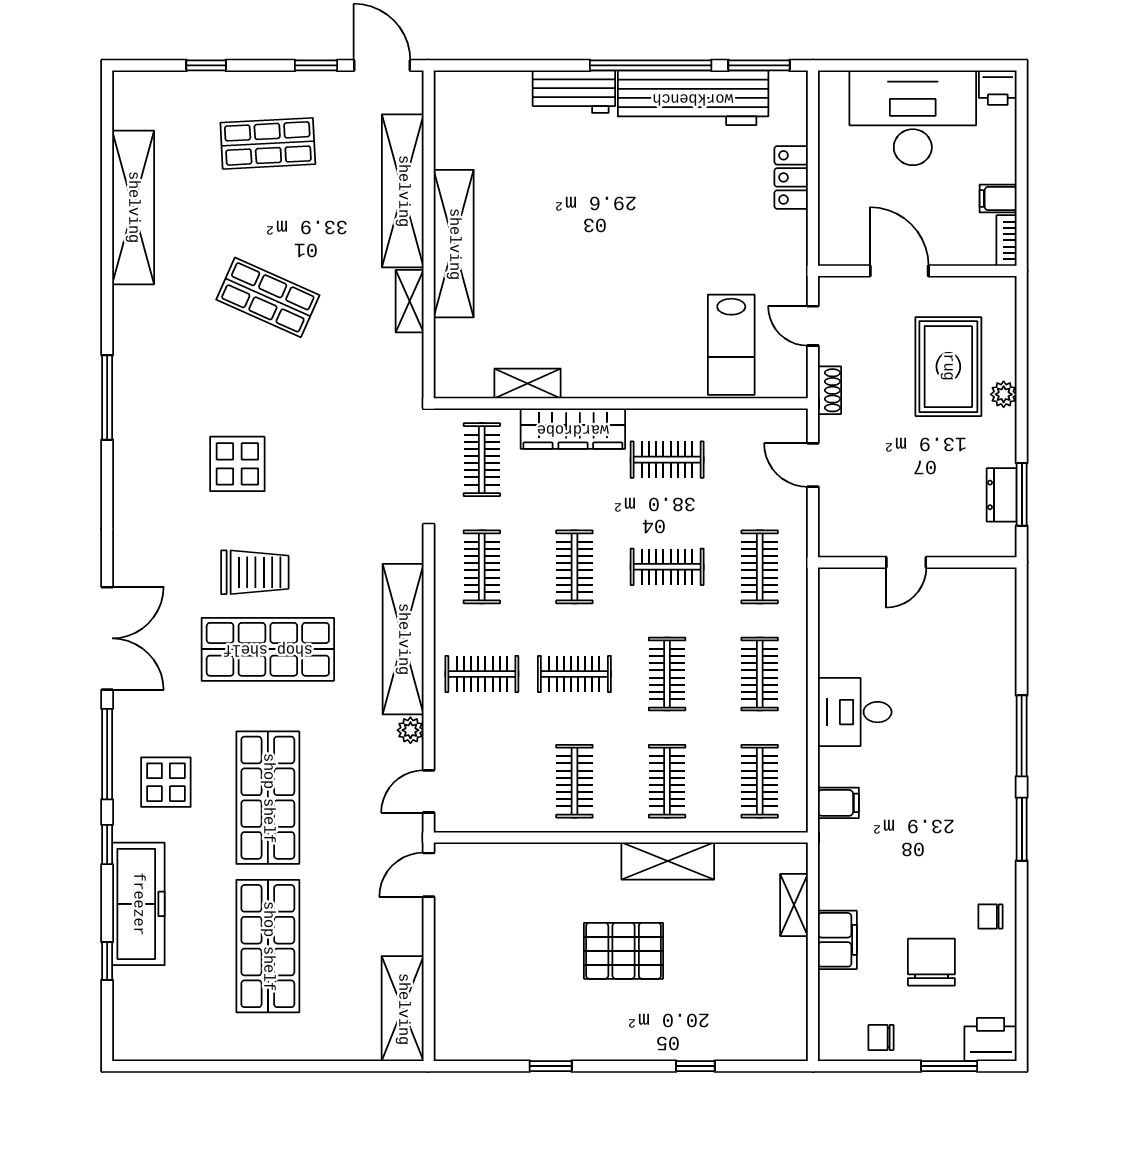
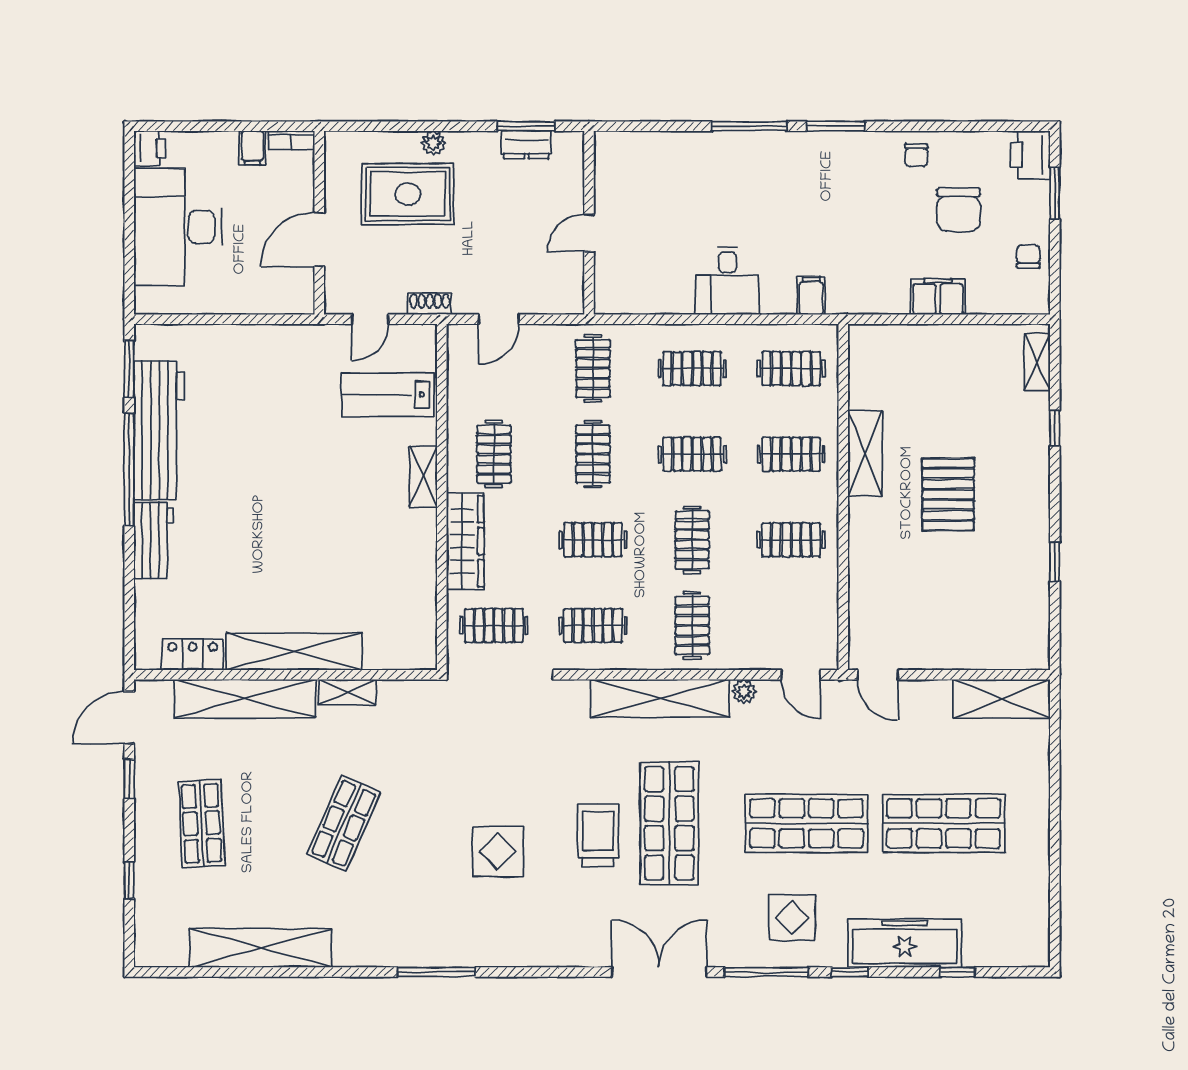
locker: (791, 177) -> (193, 655), moved, turned 180
lab bench: (731, 345) -> (388, 395), turned 180
shelving: (528, 383) -> (423, 477), moved
door: (906, 562) -> (589, 233), swing flipped
clothes rail: (760, 567) -> (593, 369), turned 90
shelving: (794, 905) -> (1037, 362), moved, turned 90
chair: (931, 962) -> (959, 210), turned -90
chair: (881, 1037) -> (1028, 256), turned 180

